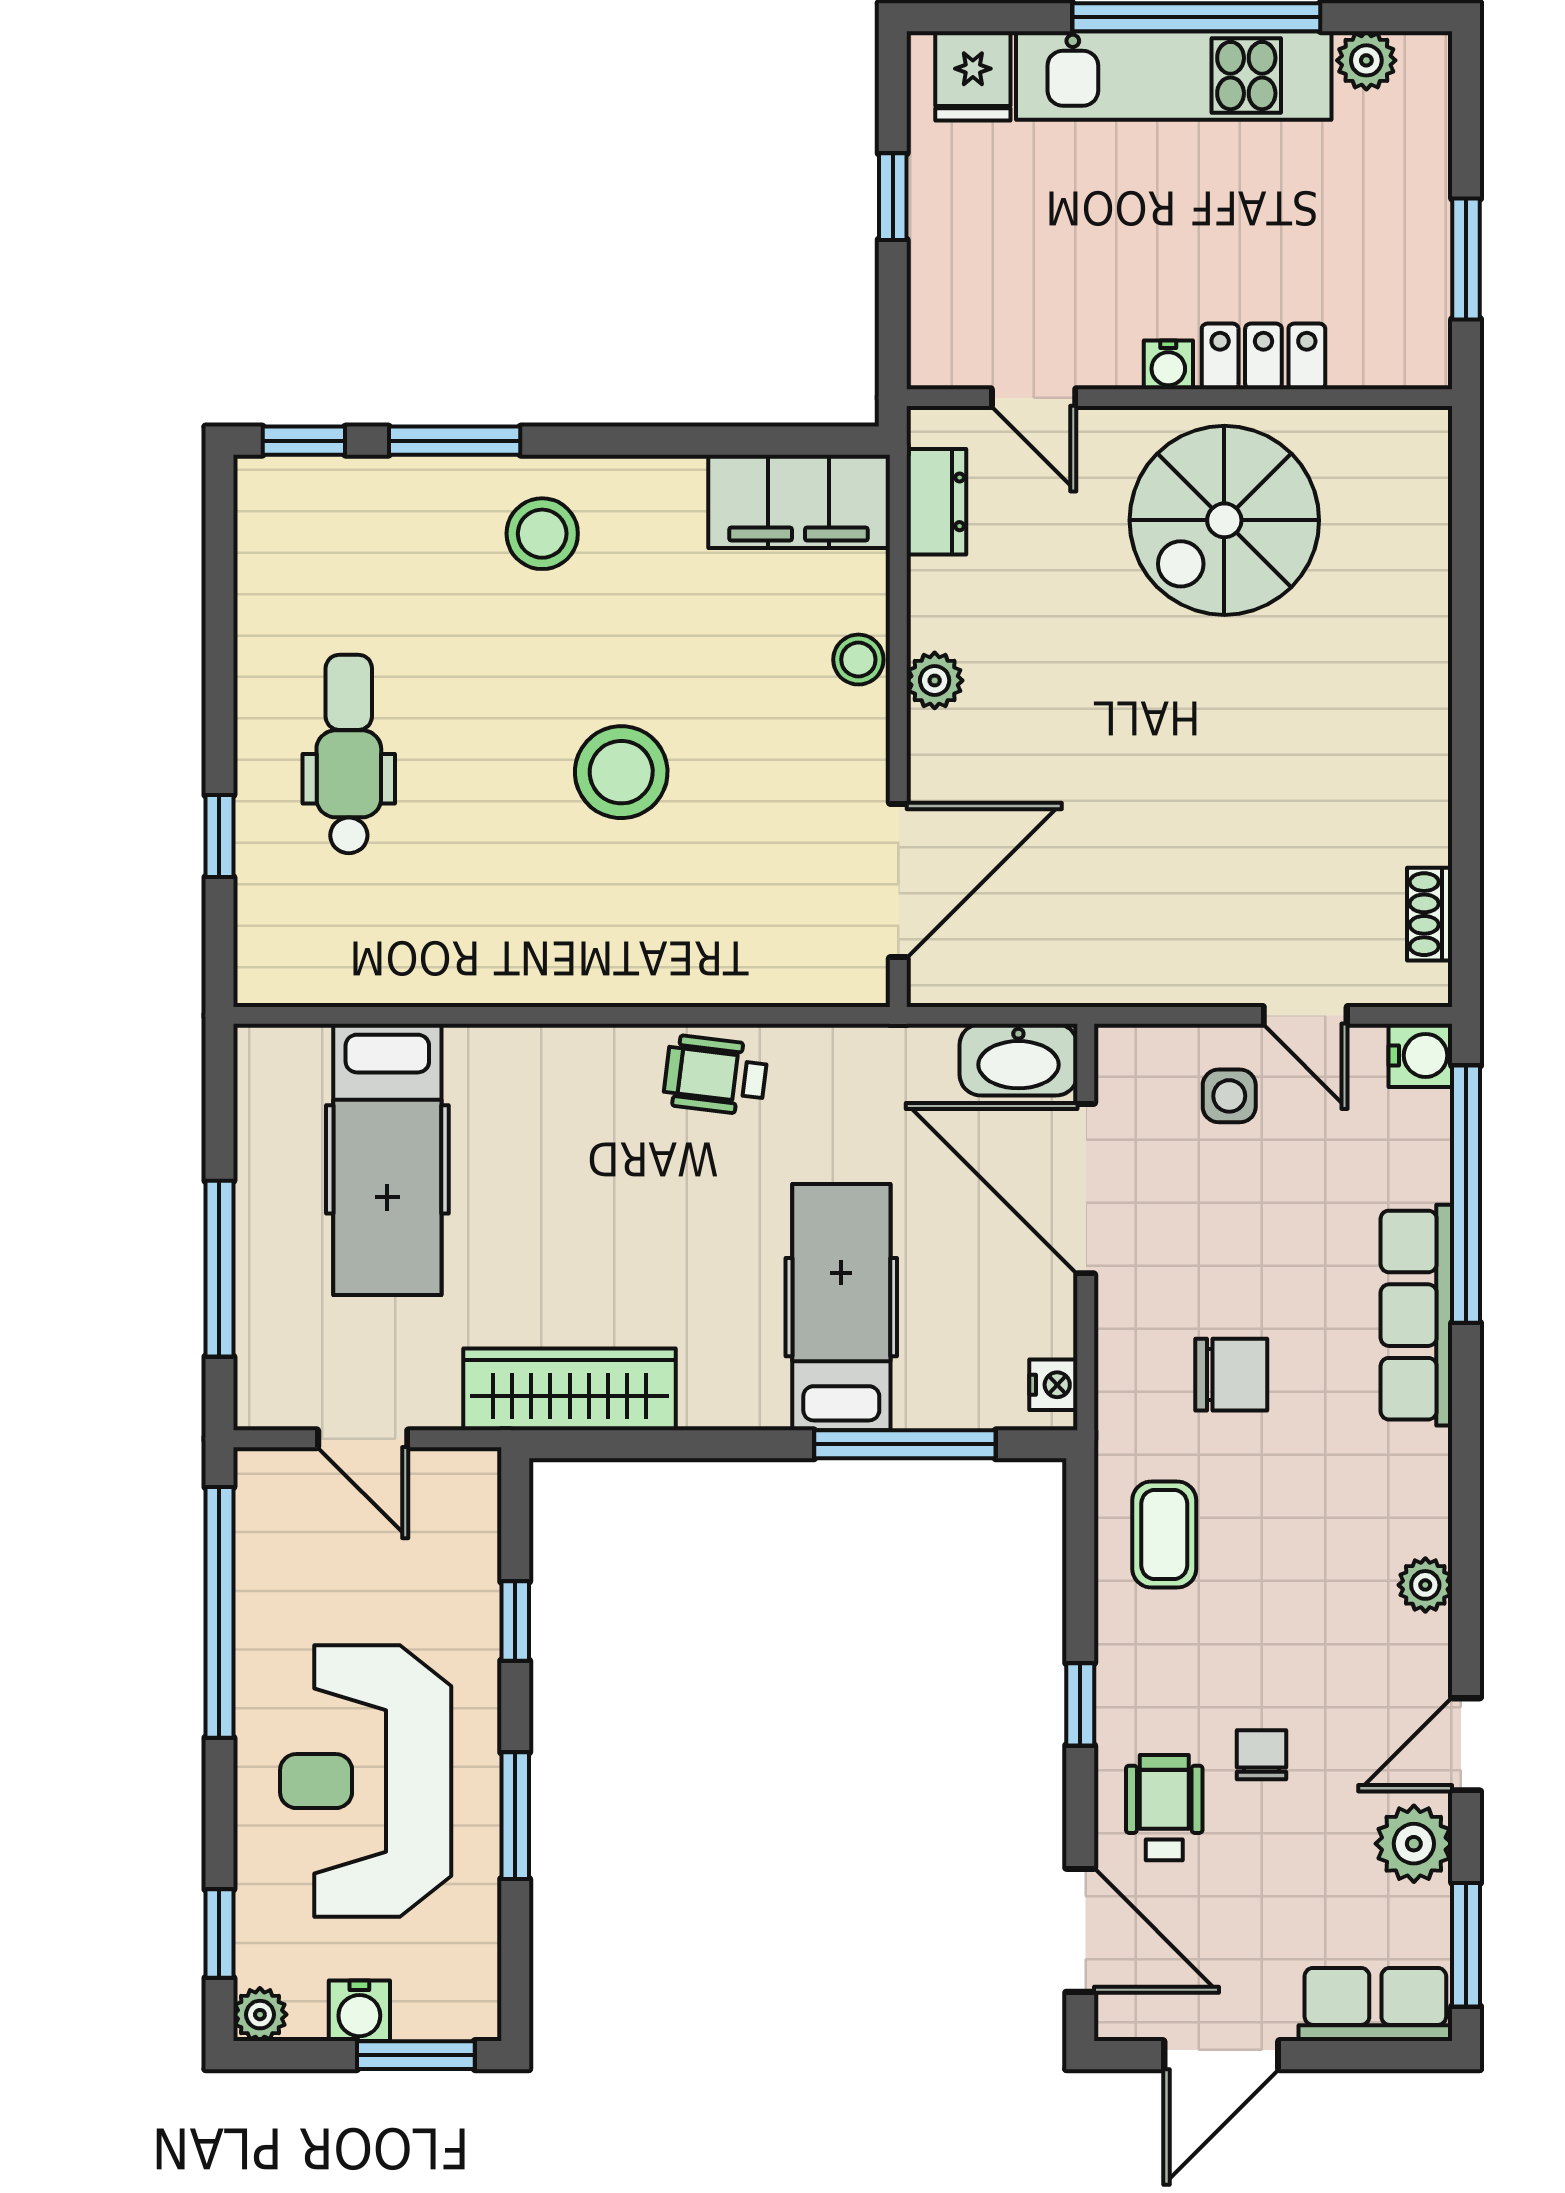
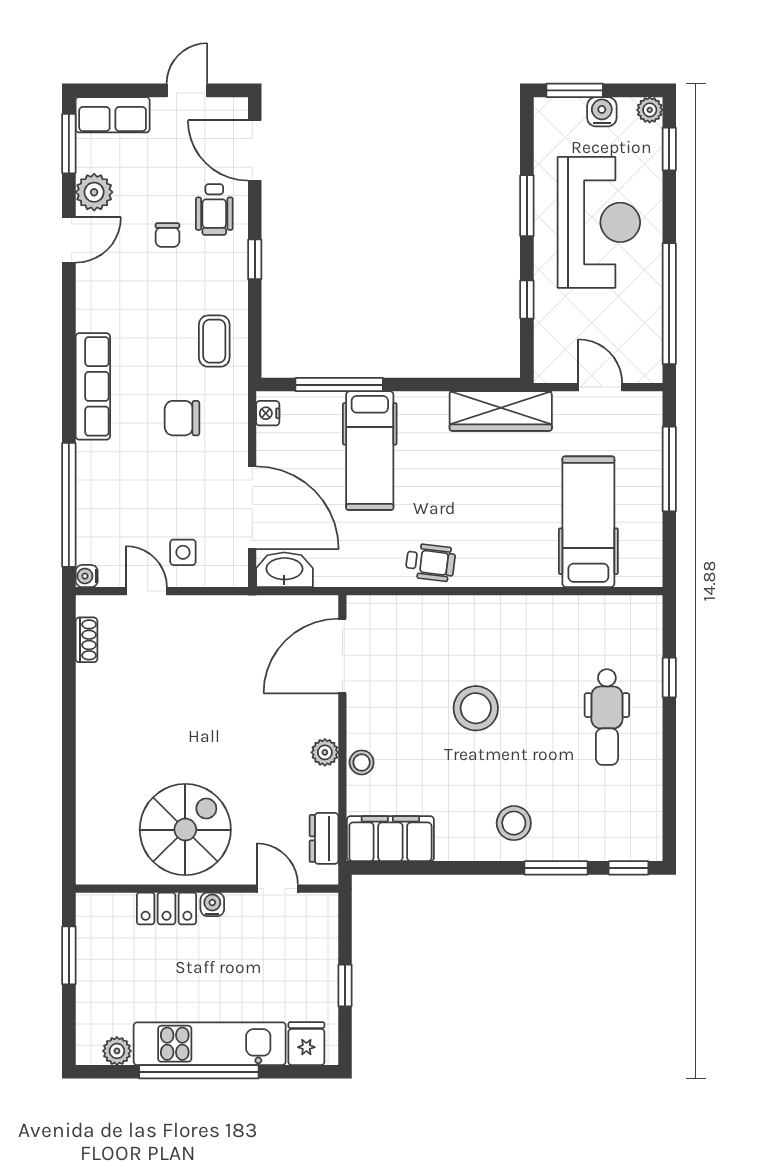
water cooler: (1420, 1055) -> (87, 576), width x0.72, depth x0.72
row of seats: (1416, 1315) -> (93, 386), moved
plant: (1425, 1585) -> (89, 317), removed
door: (1221, 2055) -> (187, 90), width x0.73

